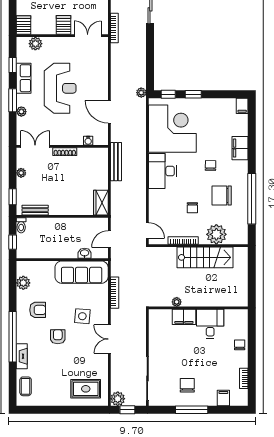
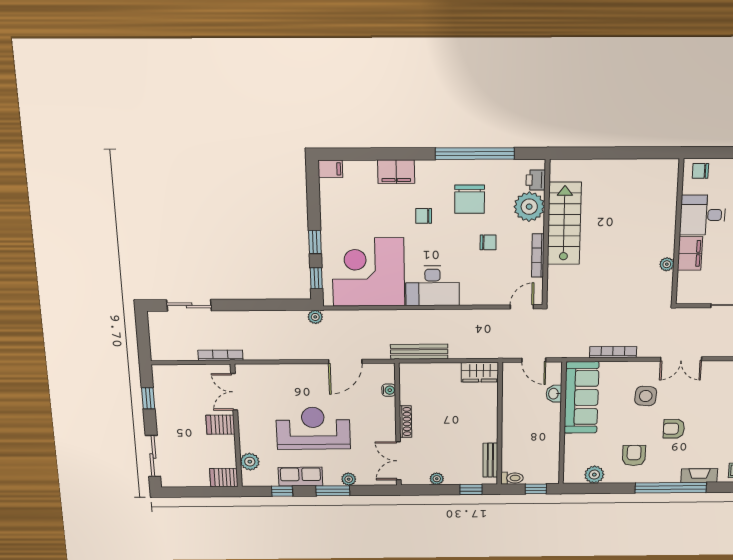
printer: (234, 238) -> (536, 180), added
plant: (177, 302) -> (667, 264), moved
wall: (198, 308) -> (678, 233), moved
filing cabinet: (184, 317) -> (690, 253), moved
desk: (210, 324) -> (703, 215), moved

